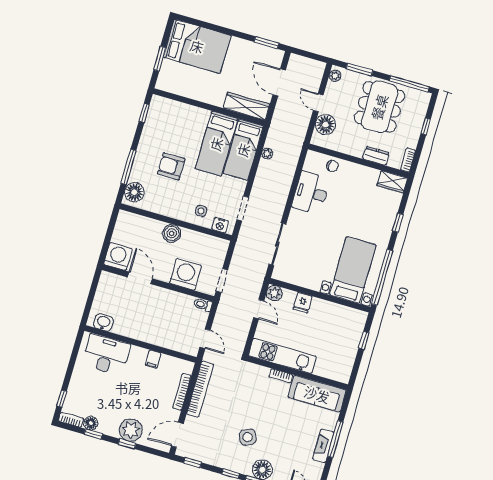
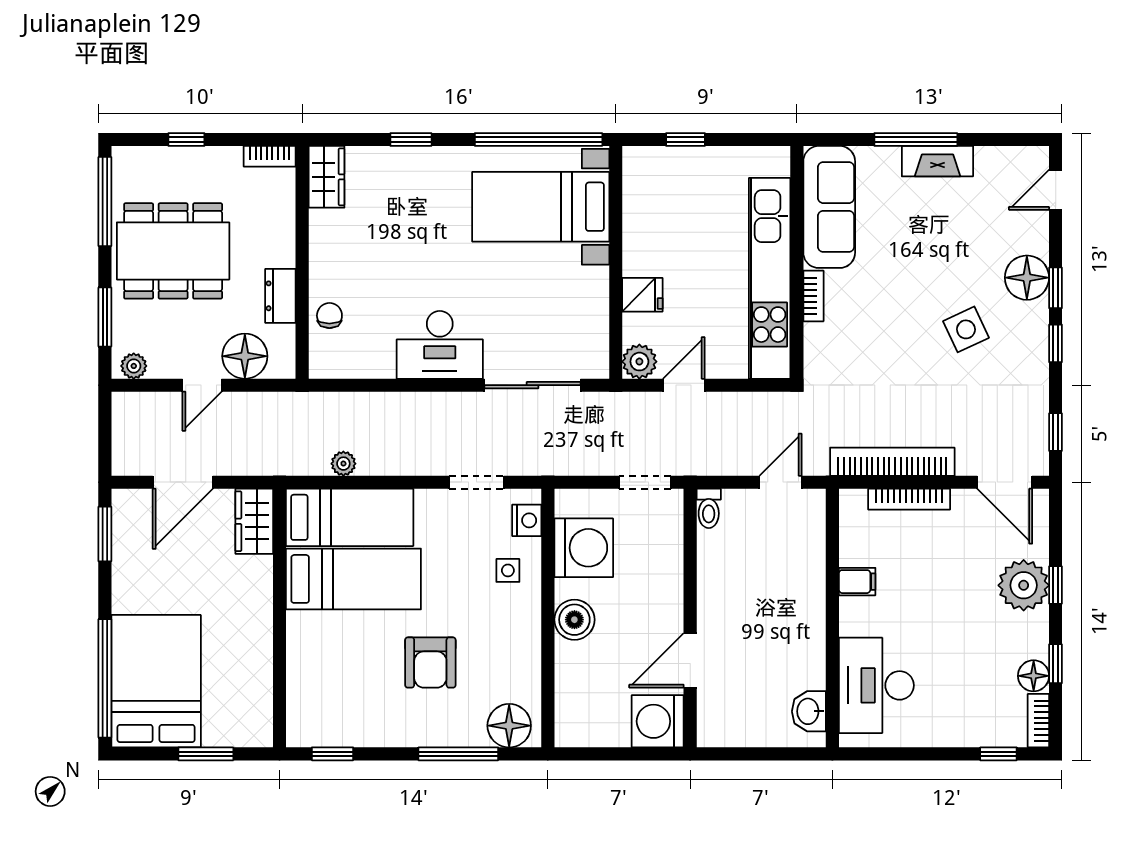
window: (205, 25) -> (105, 678), added
wardrobe: (247, 106) -> (254, 521), width x0.67
dresser: (376, 156) -> (280, 296), moved
desk: (311, 193) -> (440, 345), moved
washing machine: (185, 274) -> (584, 548), moved, turned 180
kitchen unit: (282, 356) -> (770, 278), width x1.36

